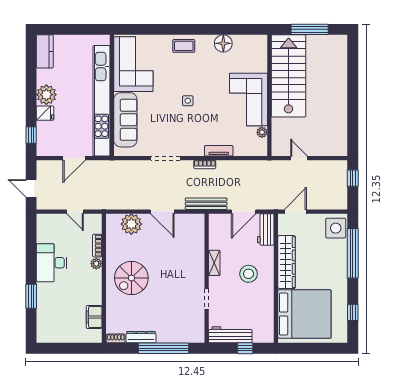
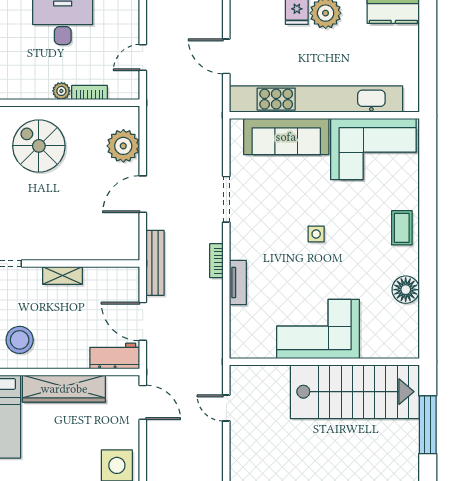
plant: (262, 132) -> (267, 350), removed
door: (299, 158) -> (226, 408), swing flipped
stool: (249, 274) -> (20, 340), moved

